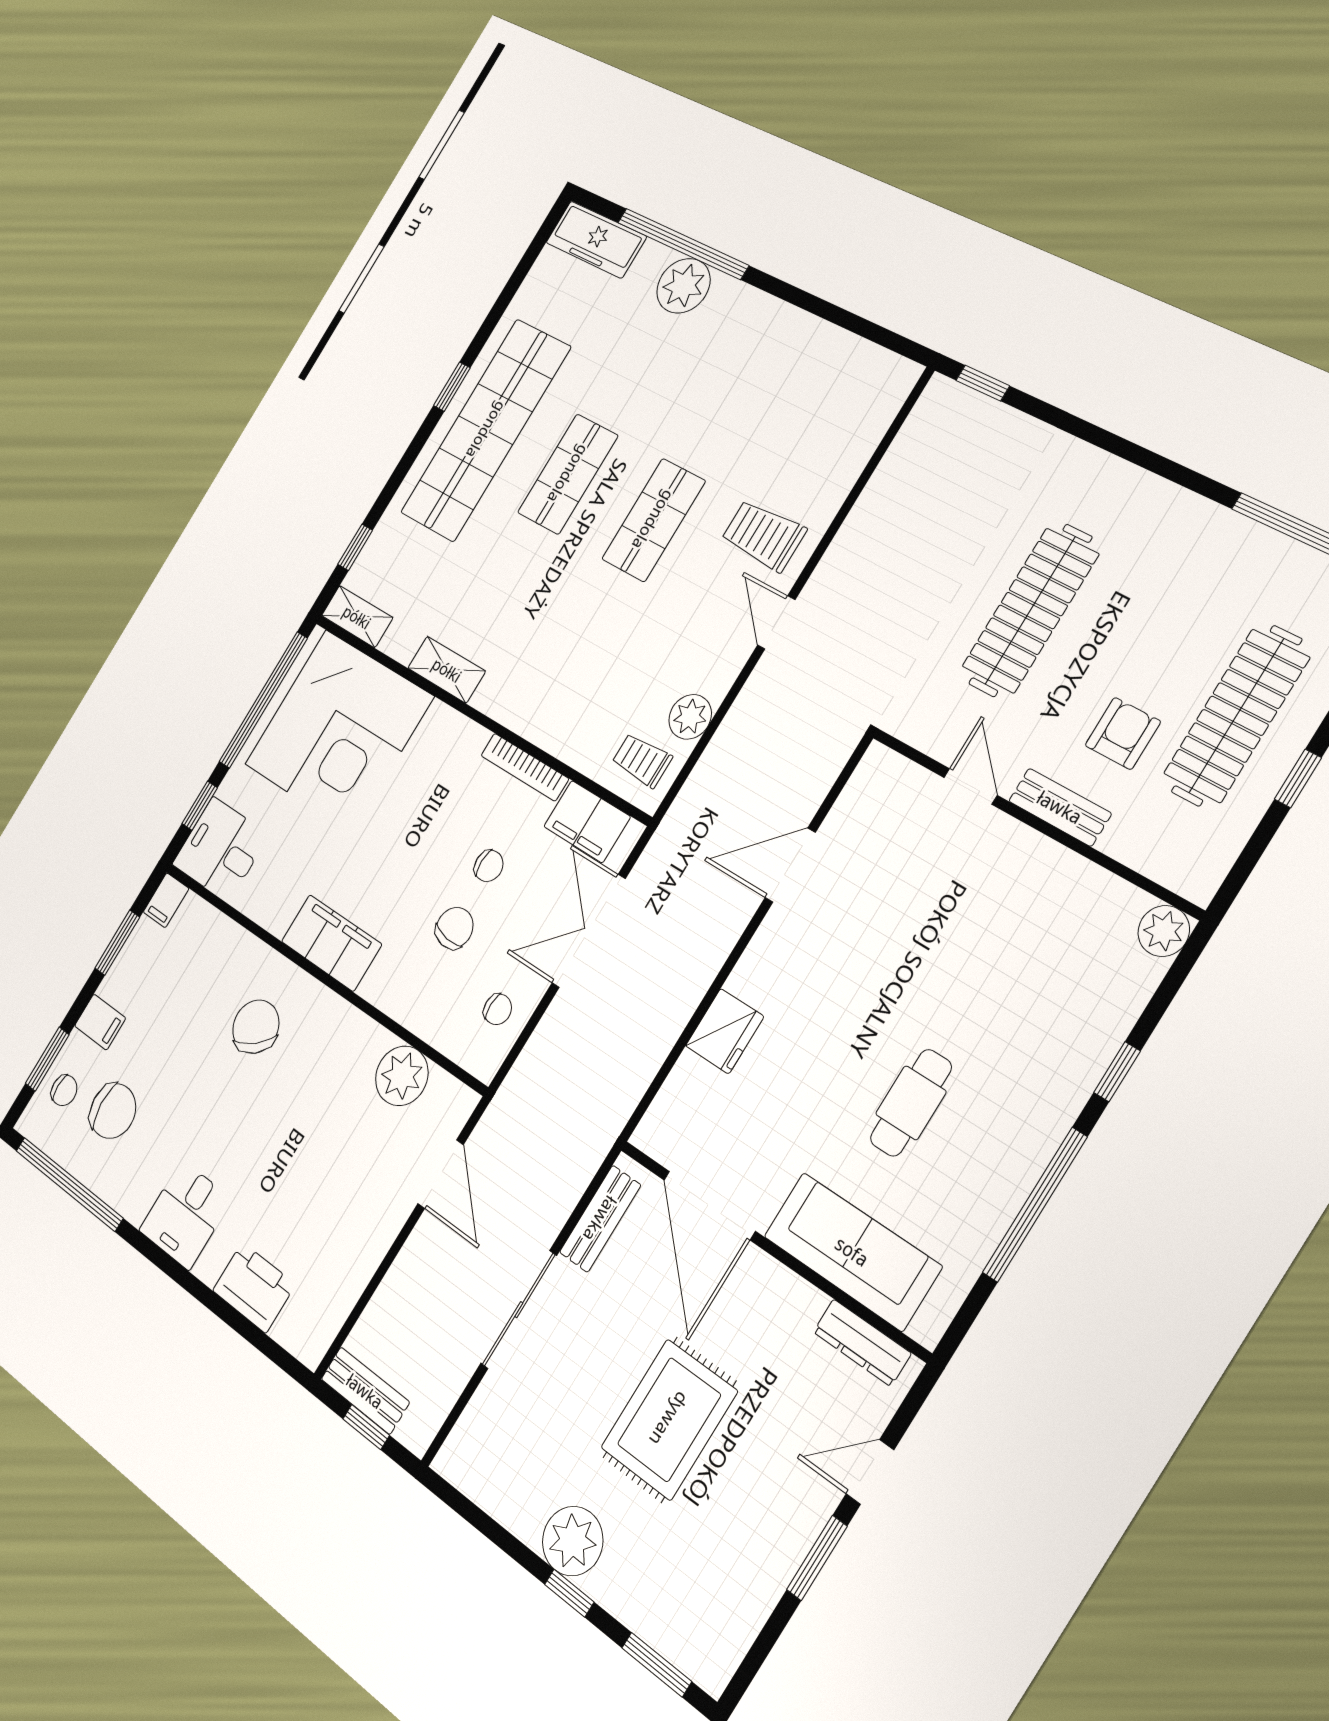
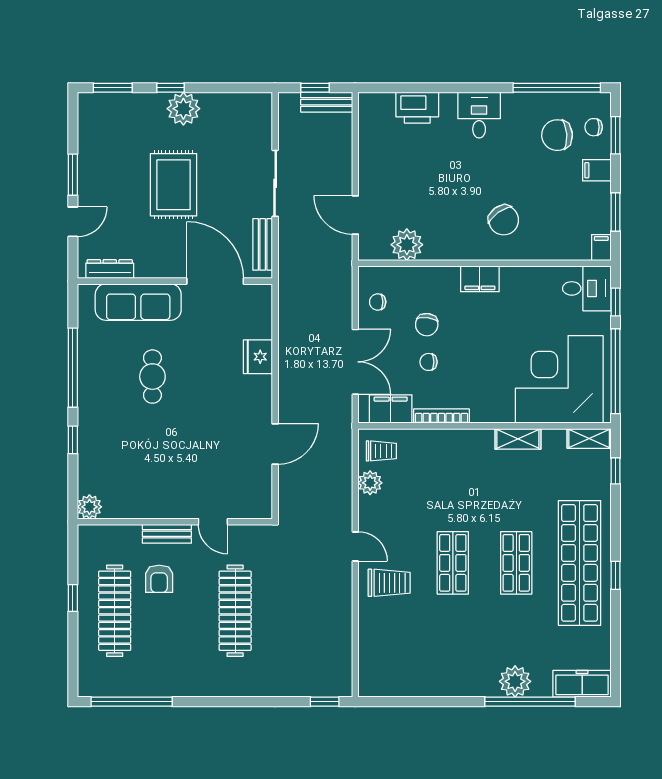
filing cabinet: (331, 943) -> (480, 279), width x0.67, depth x0.86

